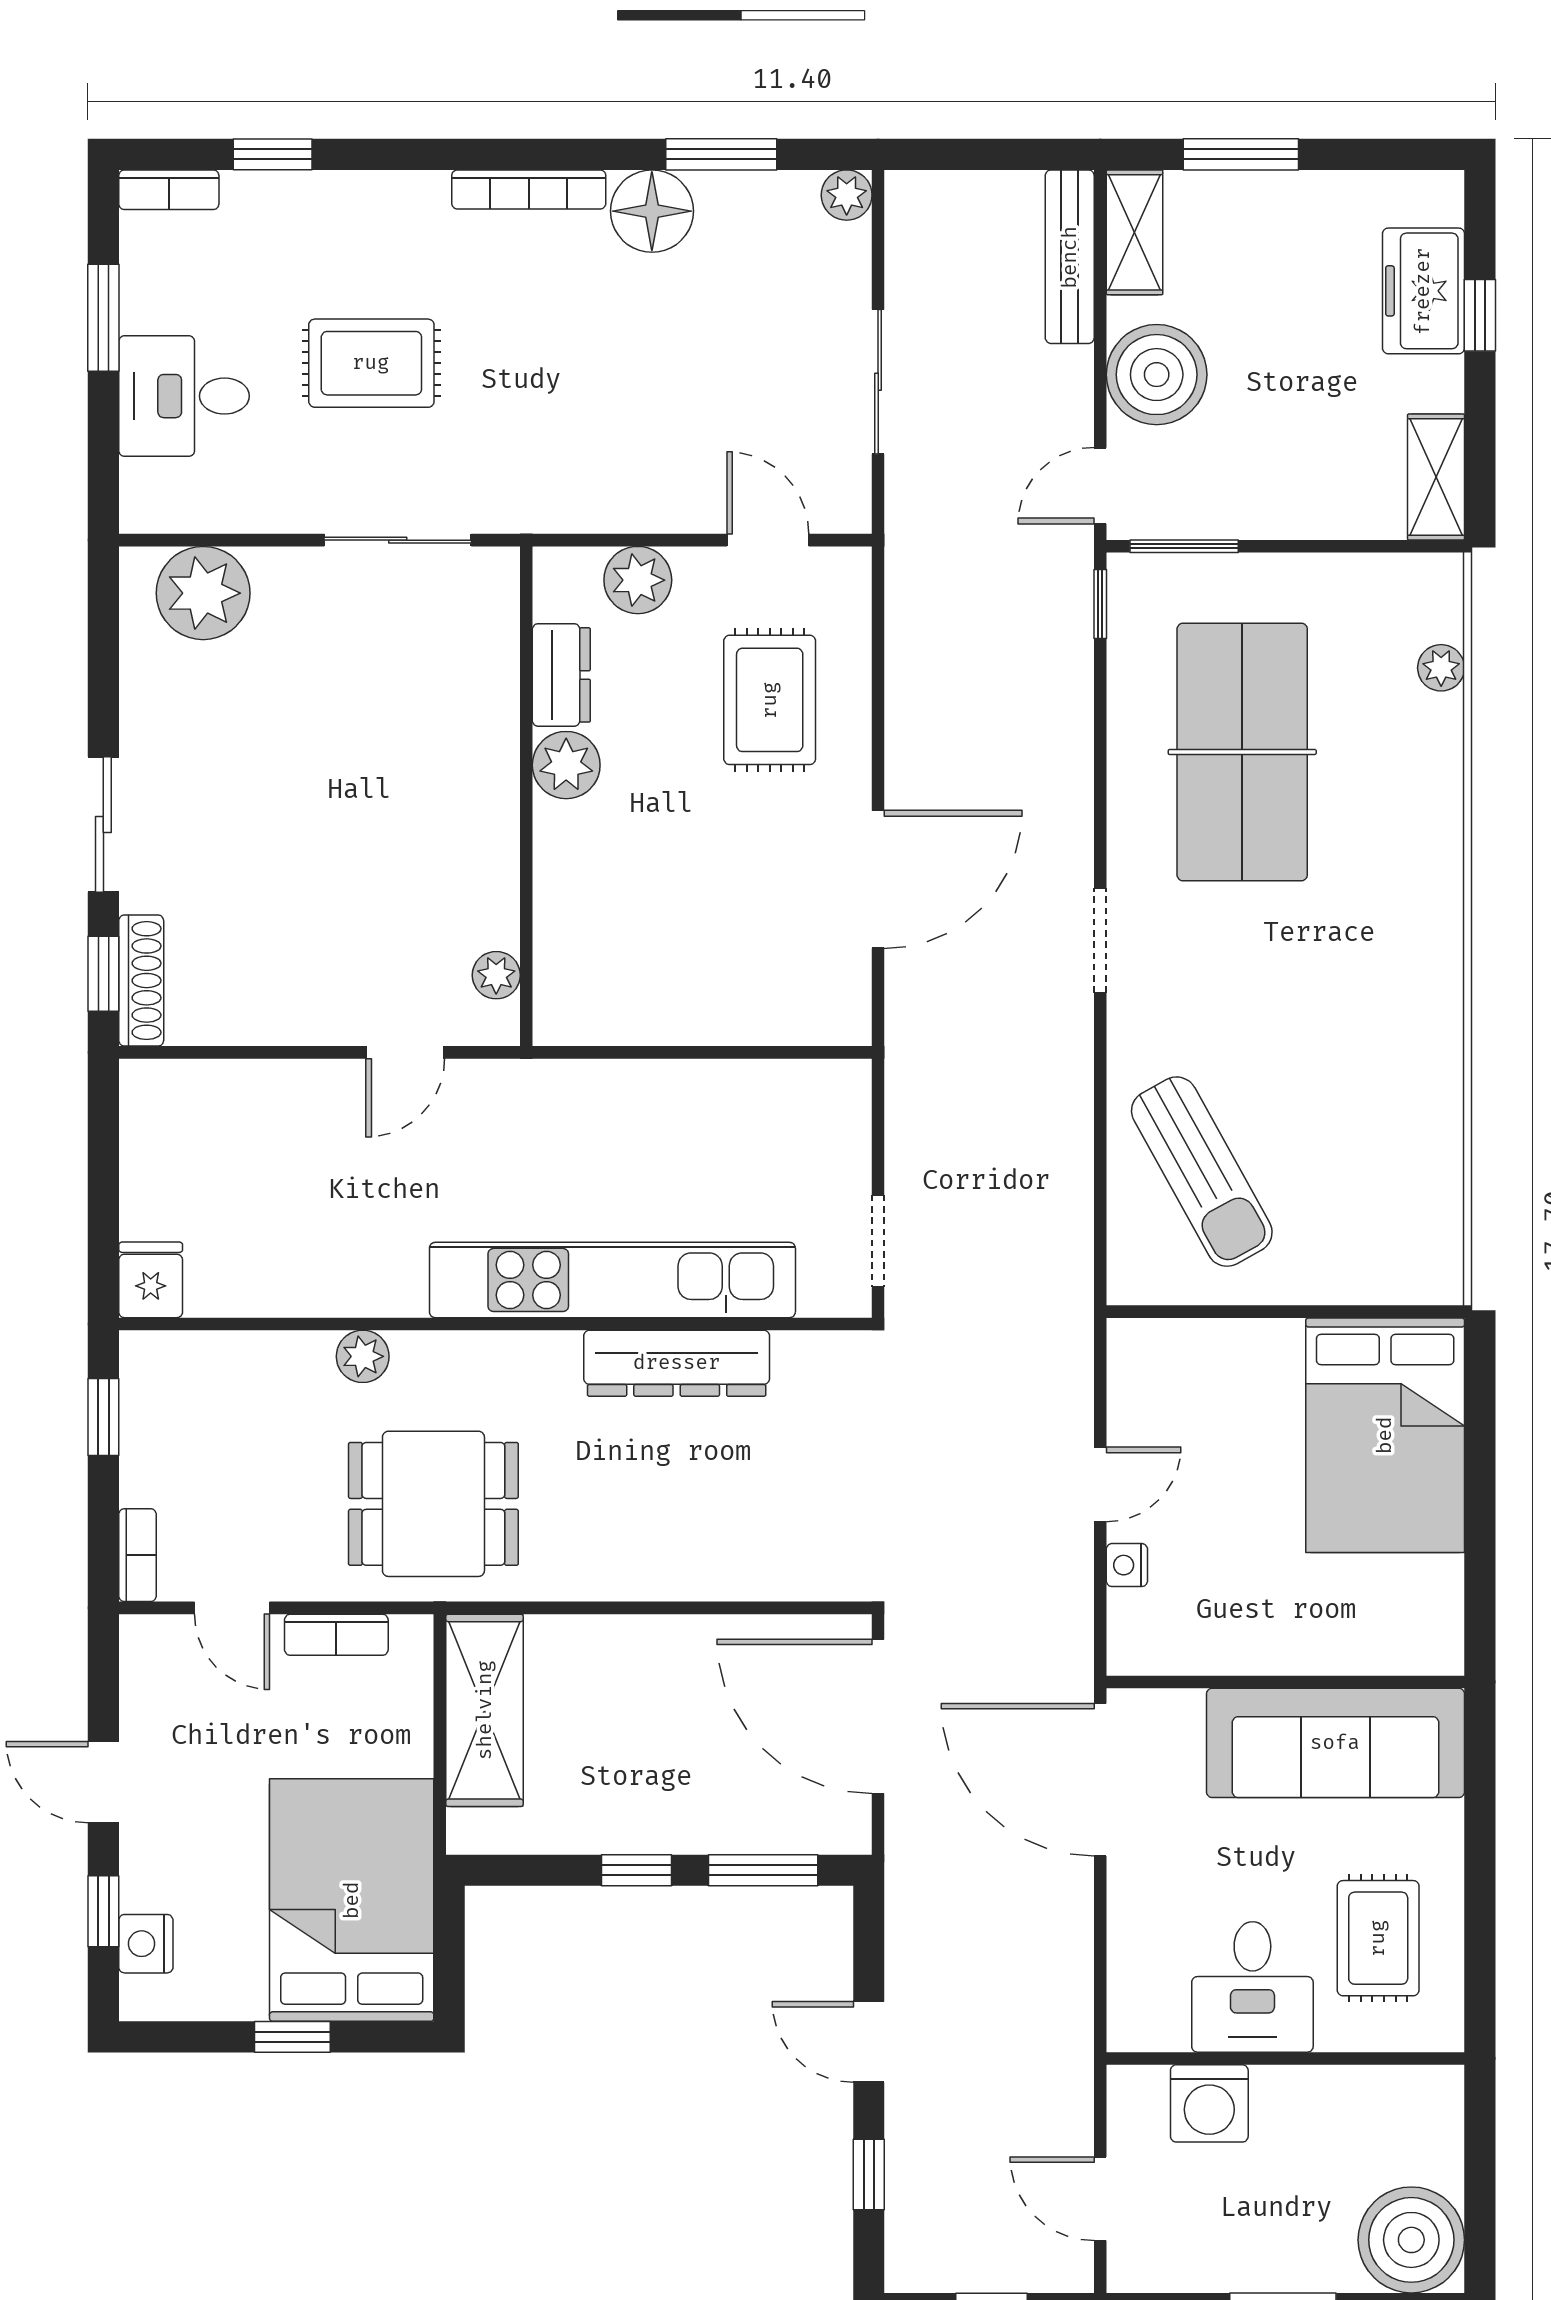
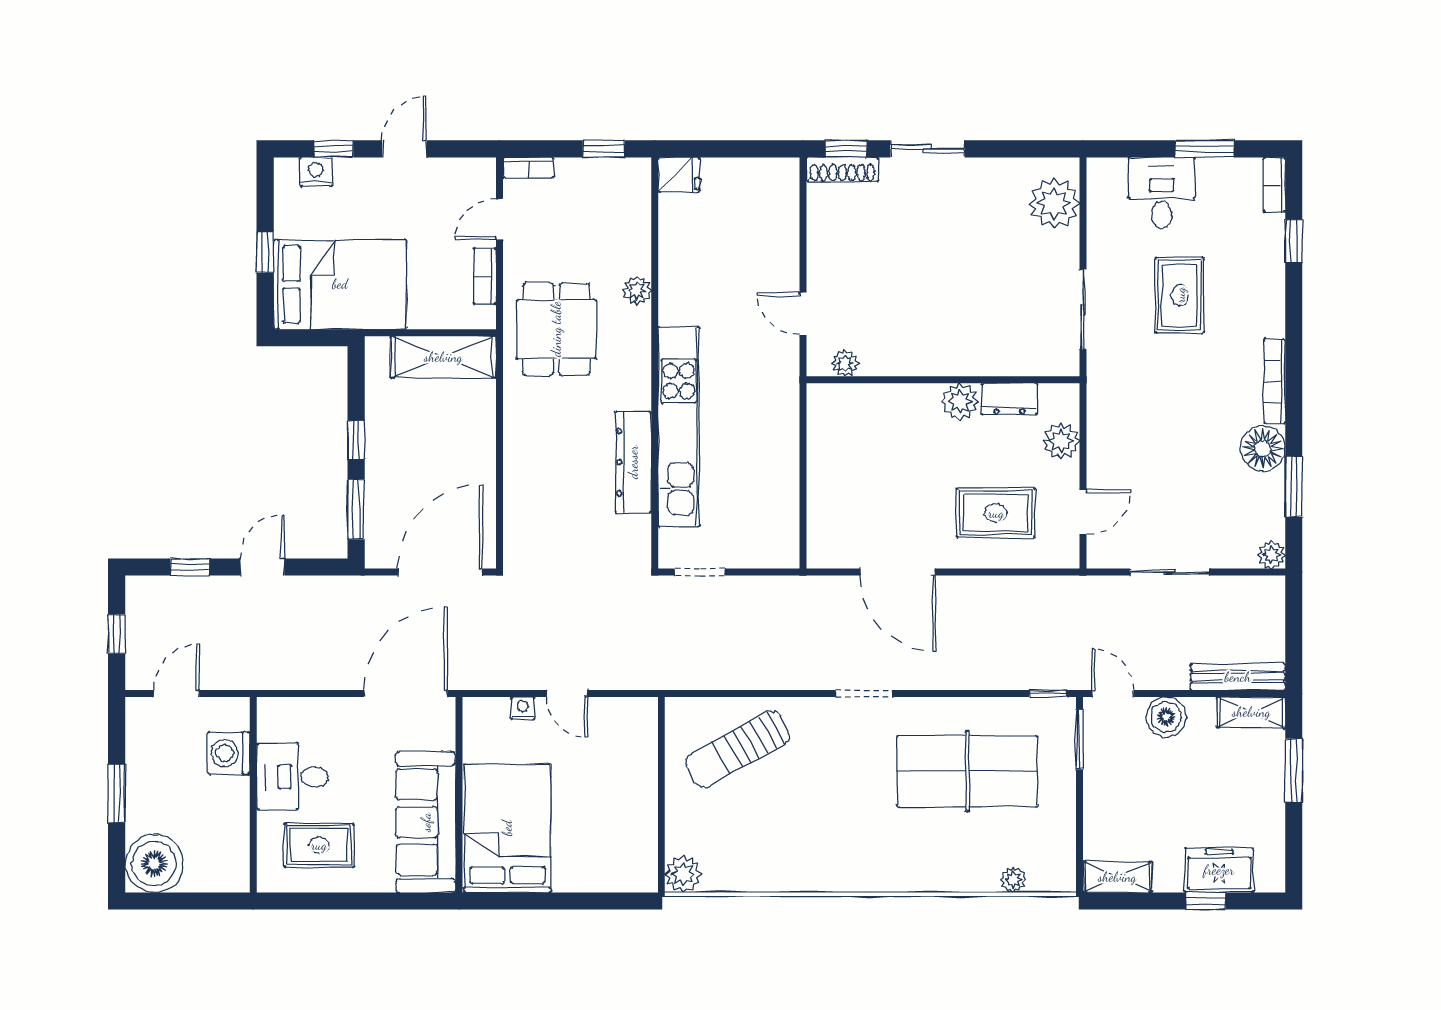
boiler: (1157, 375) -> (1166, 717), width x0.73, depth x0.73
plant: (1431, 1272) -> (683, 874), added
bed: (1385, 1435) -> (507, 828), moved, turned 90

